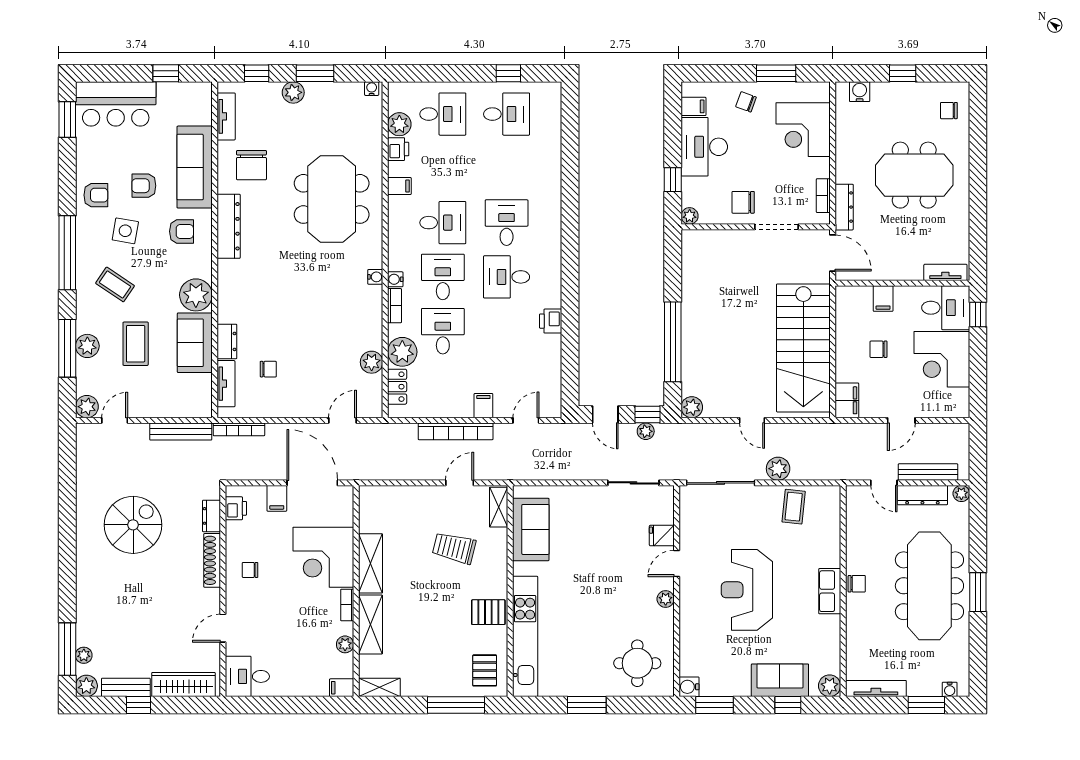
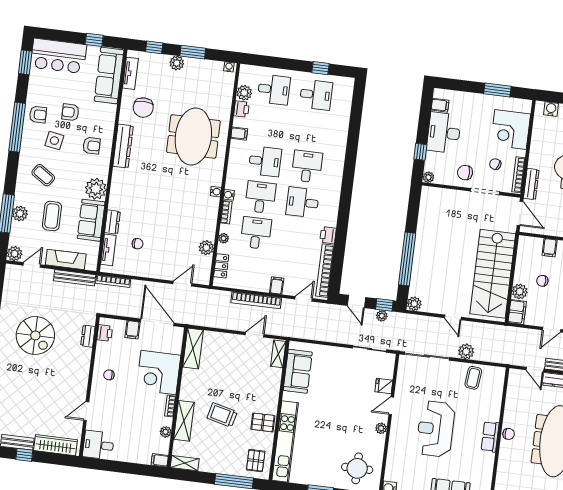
chair: (746, 102) -> (495, 164), moved
sofa: (195, 167) -> (109, 75), moved
bookcase: (823, 196) -> (518, 175), width x1.56
window: (67, 253) -> (17, 127), moved
plant: (402, 352) -> (224, 238), width x0.53, depth x0.53
plant: (847, 369) -> (520, 292), added
bookcase: (553, 375) -> (325, 271), added
fireplace: (164, 406) -> (66, 259), added
spiral stairs: (133, 525) -> (35, 335), turned 90
trolley: (454, 548) -> (222, 415), moved
shoe rack: (212, 560) -> (85, 365), removed
shelving: (370, 563) -> (193, 349), moved

